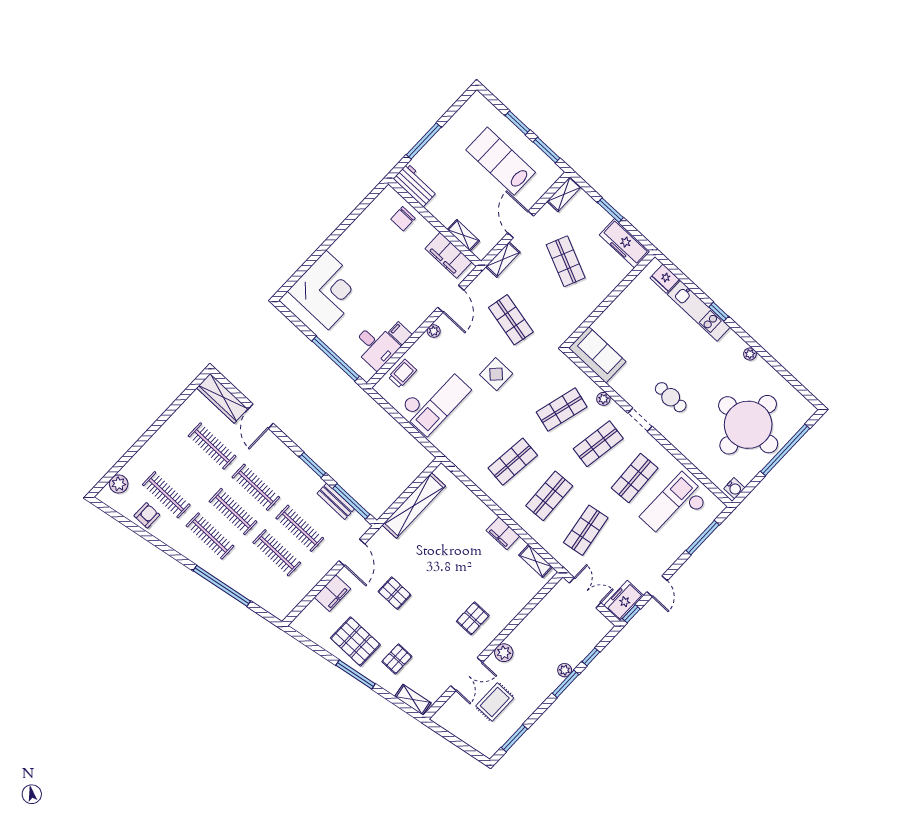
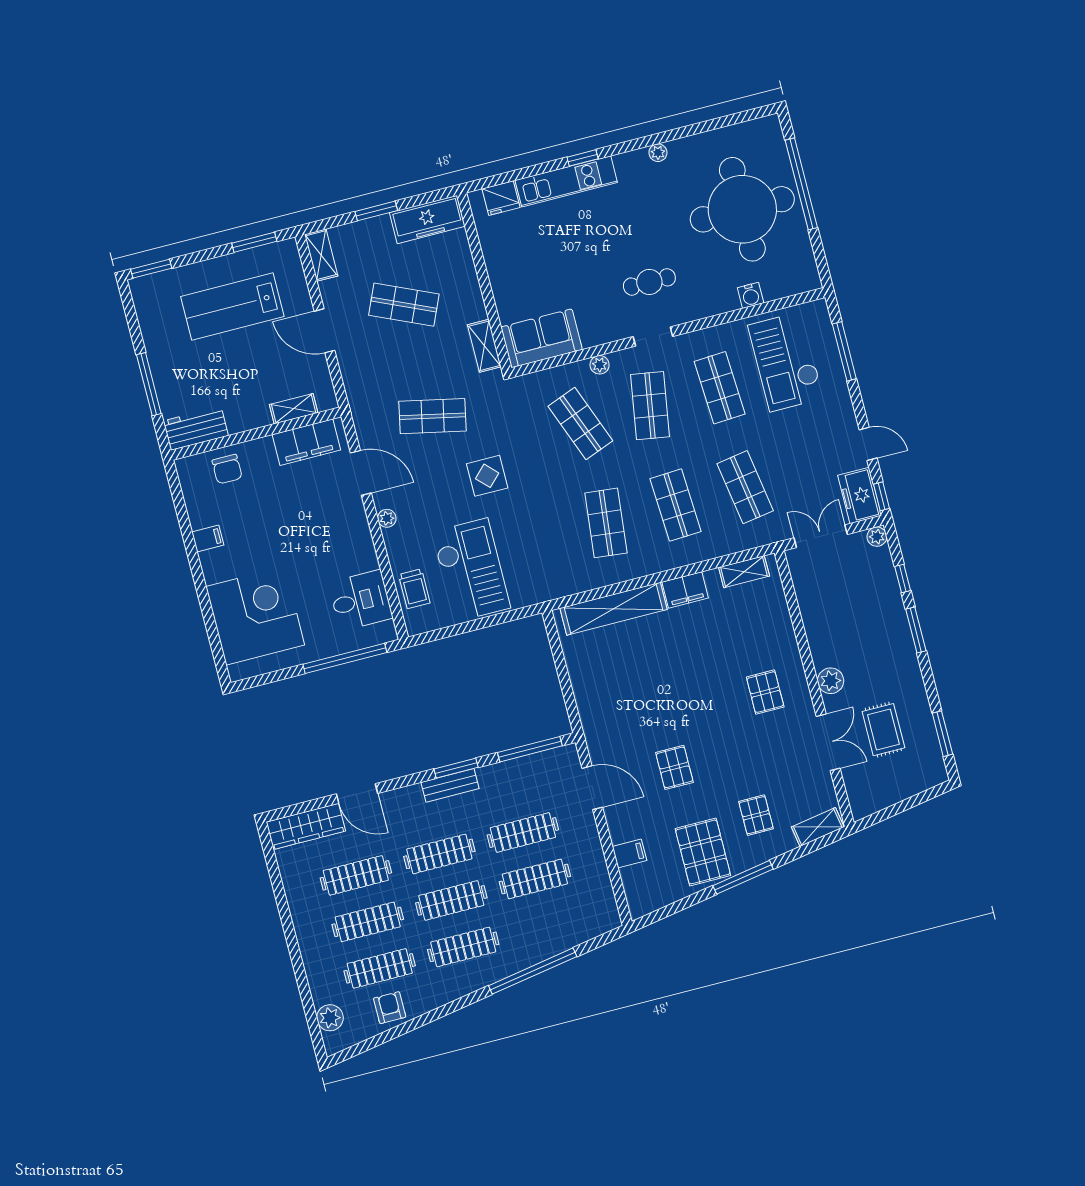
window: (517, 123) -> (151, 269), moved
shelving: (503, 259) -> (484, 346), moved
filing cabinet: (400, 333) -> (208, 539), moved, turned 180
trolley: (402, 374) -> (414, 589), turned 180
shop shelf: (562, 409) -> (580, 423), turned -36
clothes rail: (189, 470) -> (368, 922), added
water cooler: (734, 488) -> (751, 295), moved, turned 90
bench: (336, 501) -> (450, 785), moved
shelving: (414, 505) -> (614, 609), moved, turned 90
filing cabinet: (332, 593) -> (629, 853), width x0.50
pallet: (394, 593) -> (674, 767), turned 90
pallet: (355, 641) -> (703, 852), turned 90
plant: (565, 670) -> (877, 537), moved

